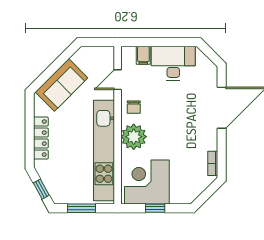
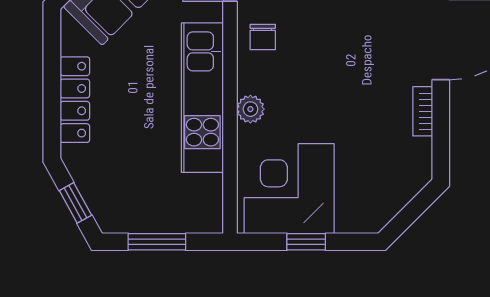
plant: (134, 137) -> (250, 109), width x0.53, depth x0.53
kitchen unit: (104, 151) -> (202, 98), width x0.73
bookcase: (213, 163) -> (423, 111), moved

